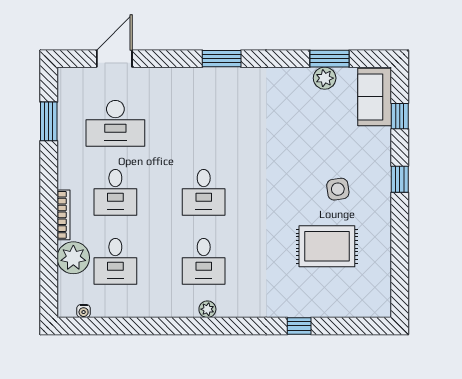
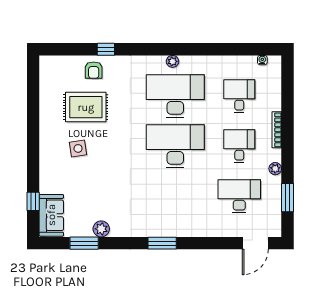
door: (114, 59) -> (255, 243), moved
plant: (325, 78) -> (101, 229), moved
window: (400, 179) -> (33, 156), removed
desk: (204, 192) -> (175, 146), width x1.87, depth x1.30
plant: (73, 258) -> (275, 169), moved, width x0.53, depth x0.53
desk: (204, 261) -> (175, 96), width x1.87, depth x1.30
armchair: (316, 297) -> (94, 70), added

